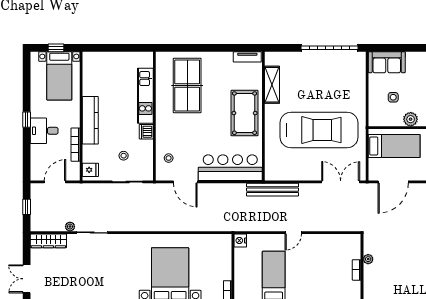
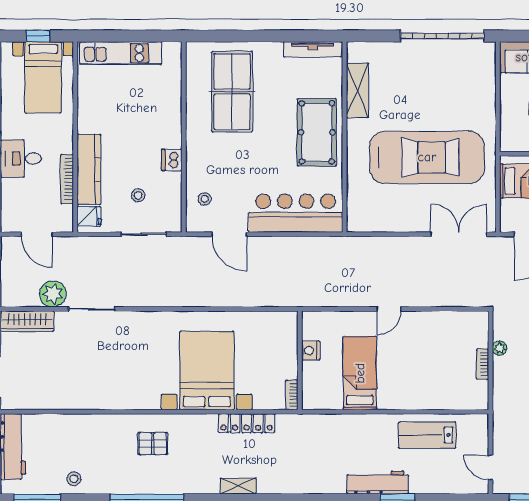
tv unit: (247, 57) -> (313, 49), width x1.41
kitchen unit: (145, 96) -> (121, 53), moved, turned -90
kitchen counter: (90, 120) -> (89, 170), moved
door: (55, 182) -> (37, 234), swing flipped
bench: (273, 190) -> (358, 246), removed
plant: (70, 227) -> (53, 294), width x1.88, depth x1.88
nightstand: (240, 240) -> (311, 351), moved

